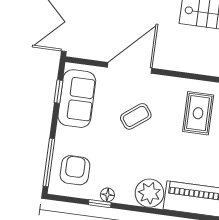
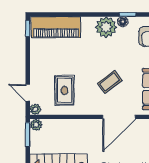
plant: (149, 193) -> (106, 27), moved

